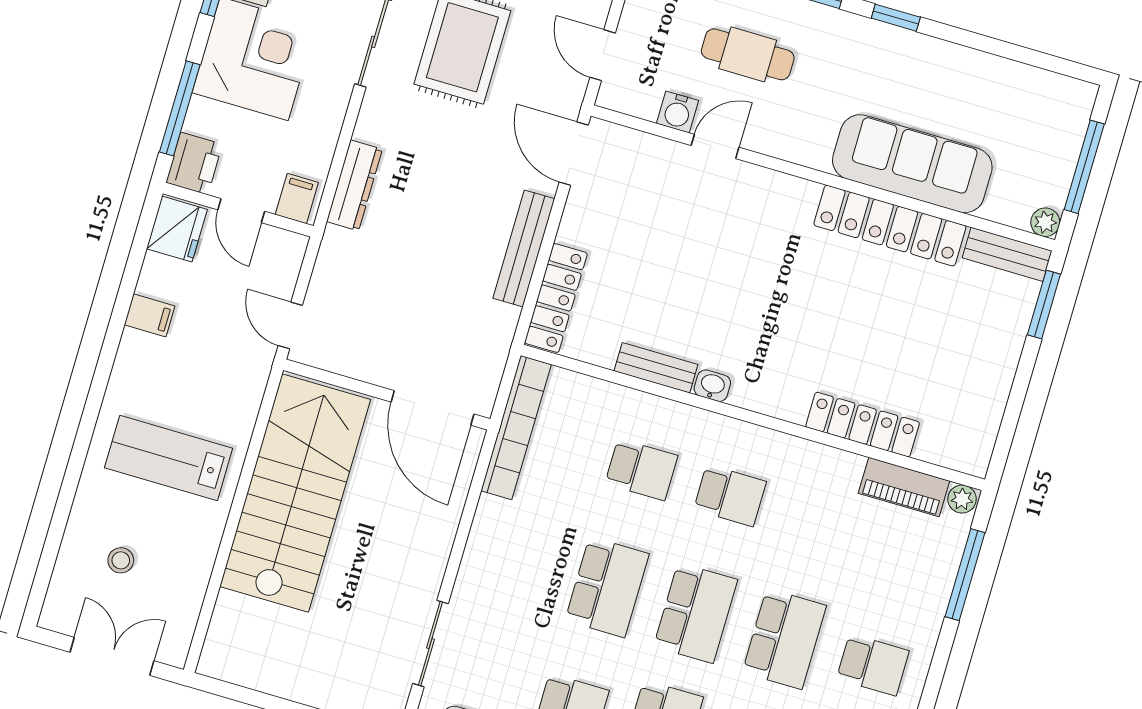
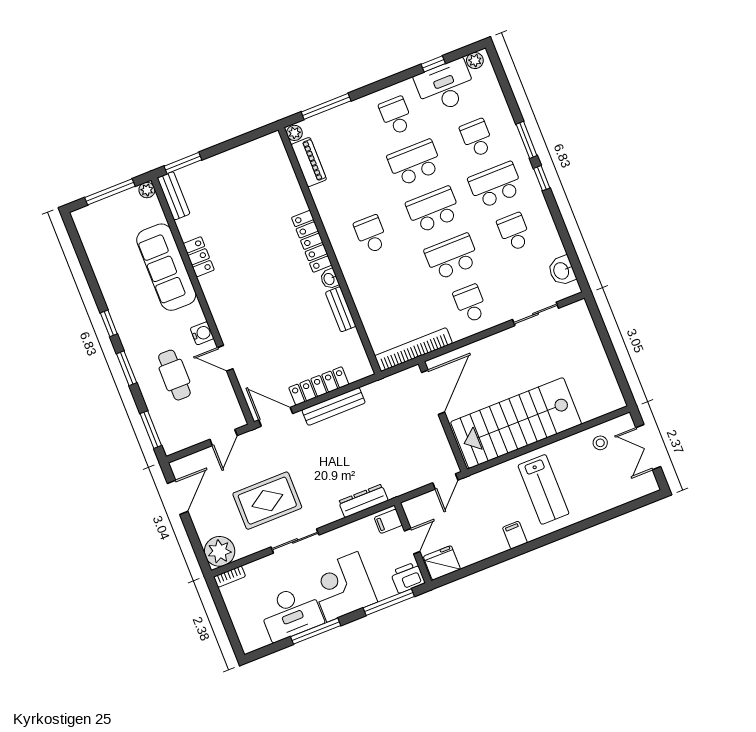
water cooler: (678, 112) -> (202, 333), moved
door: (574, 154) -> (276, 417), swing flipped
locker: (890, 226) -> (199, 257), width x0.46, depth x0.83
locker: (556, 298) -> (319, 386), moved
filing cabinet: (150, 315) -> (515, 535), moved
locker: (863, 425) -> (312, 241), moved
school desk: (641, 470) -> (470, 304), moved
stool: (121, 560) -> (600, 443), moved

